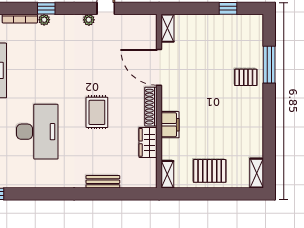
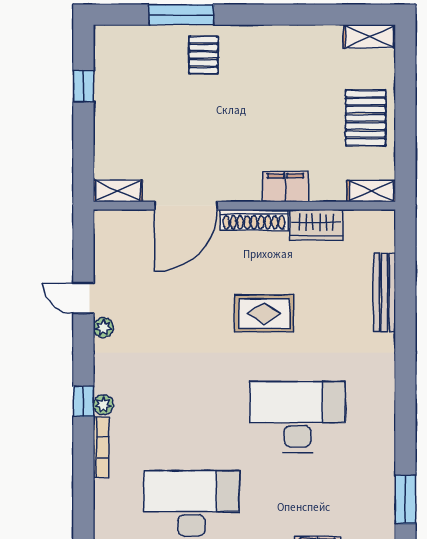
bench: (103, 182) -> (384, 293), width x1.36

